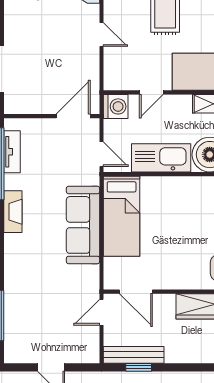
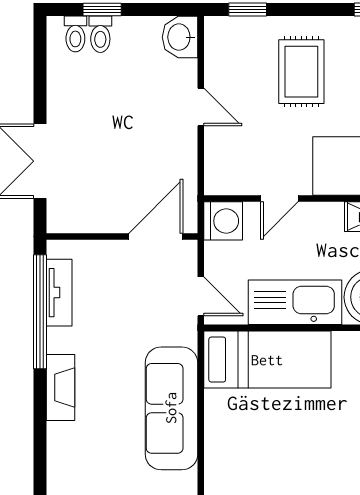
bed: (122, 216) -> (267, 360), moved, turned -90

